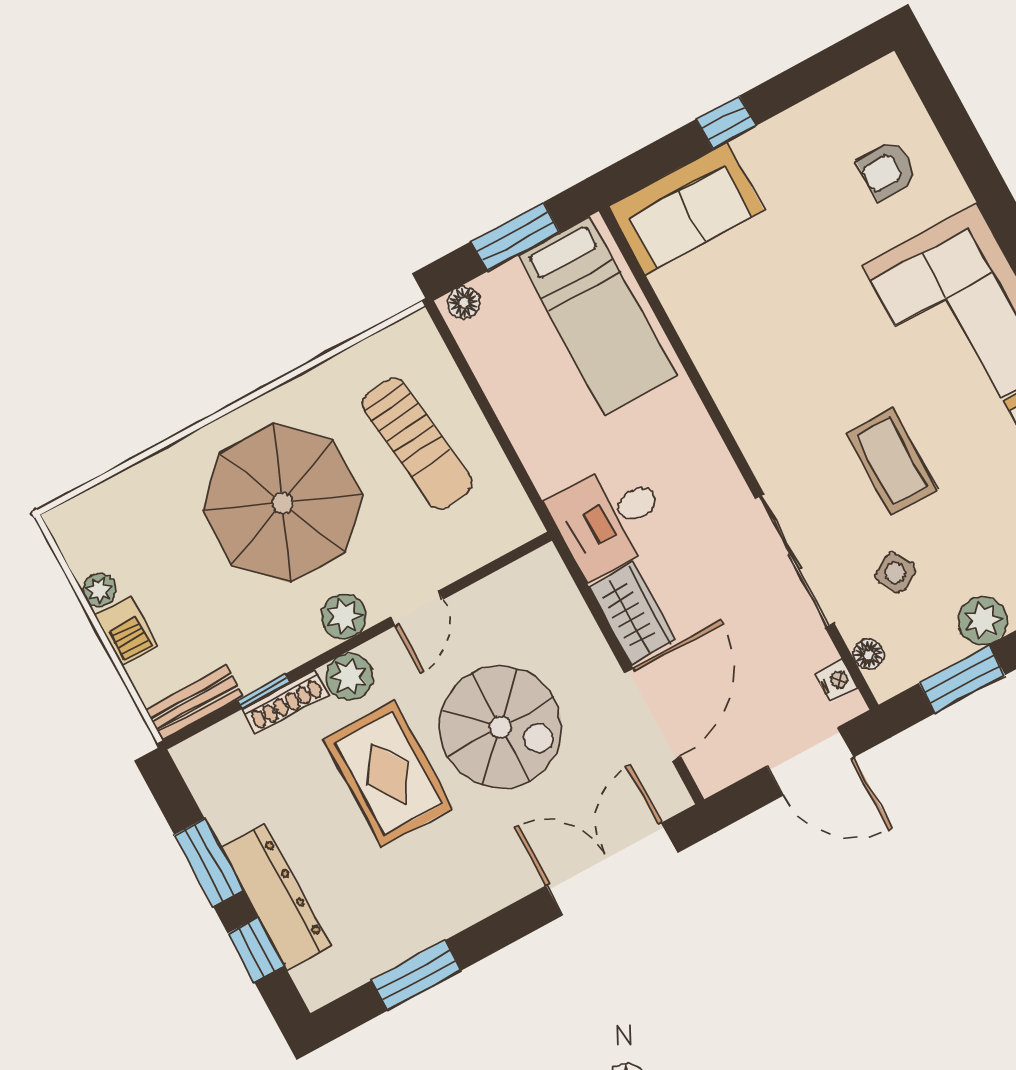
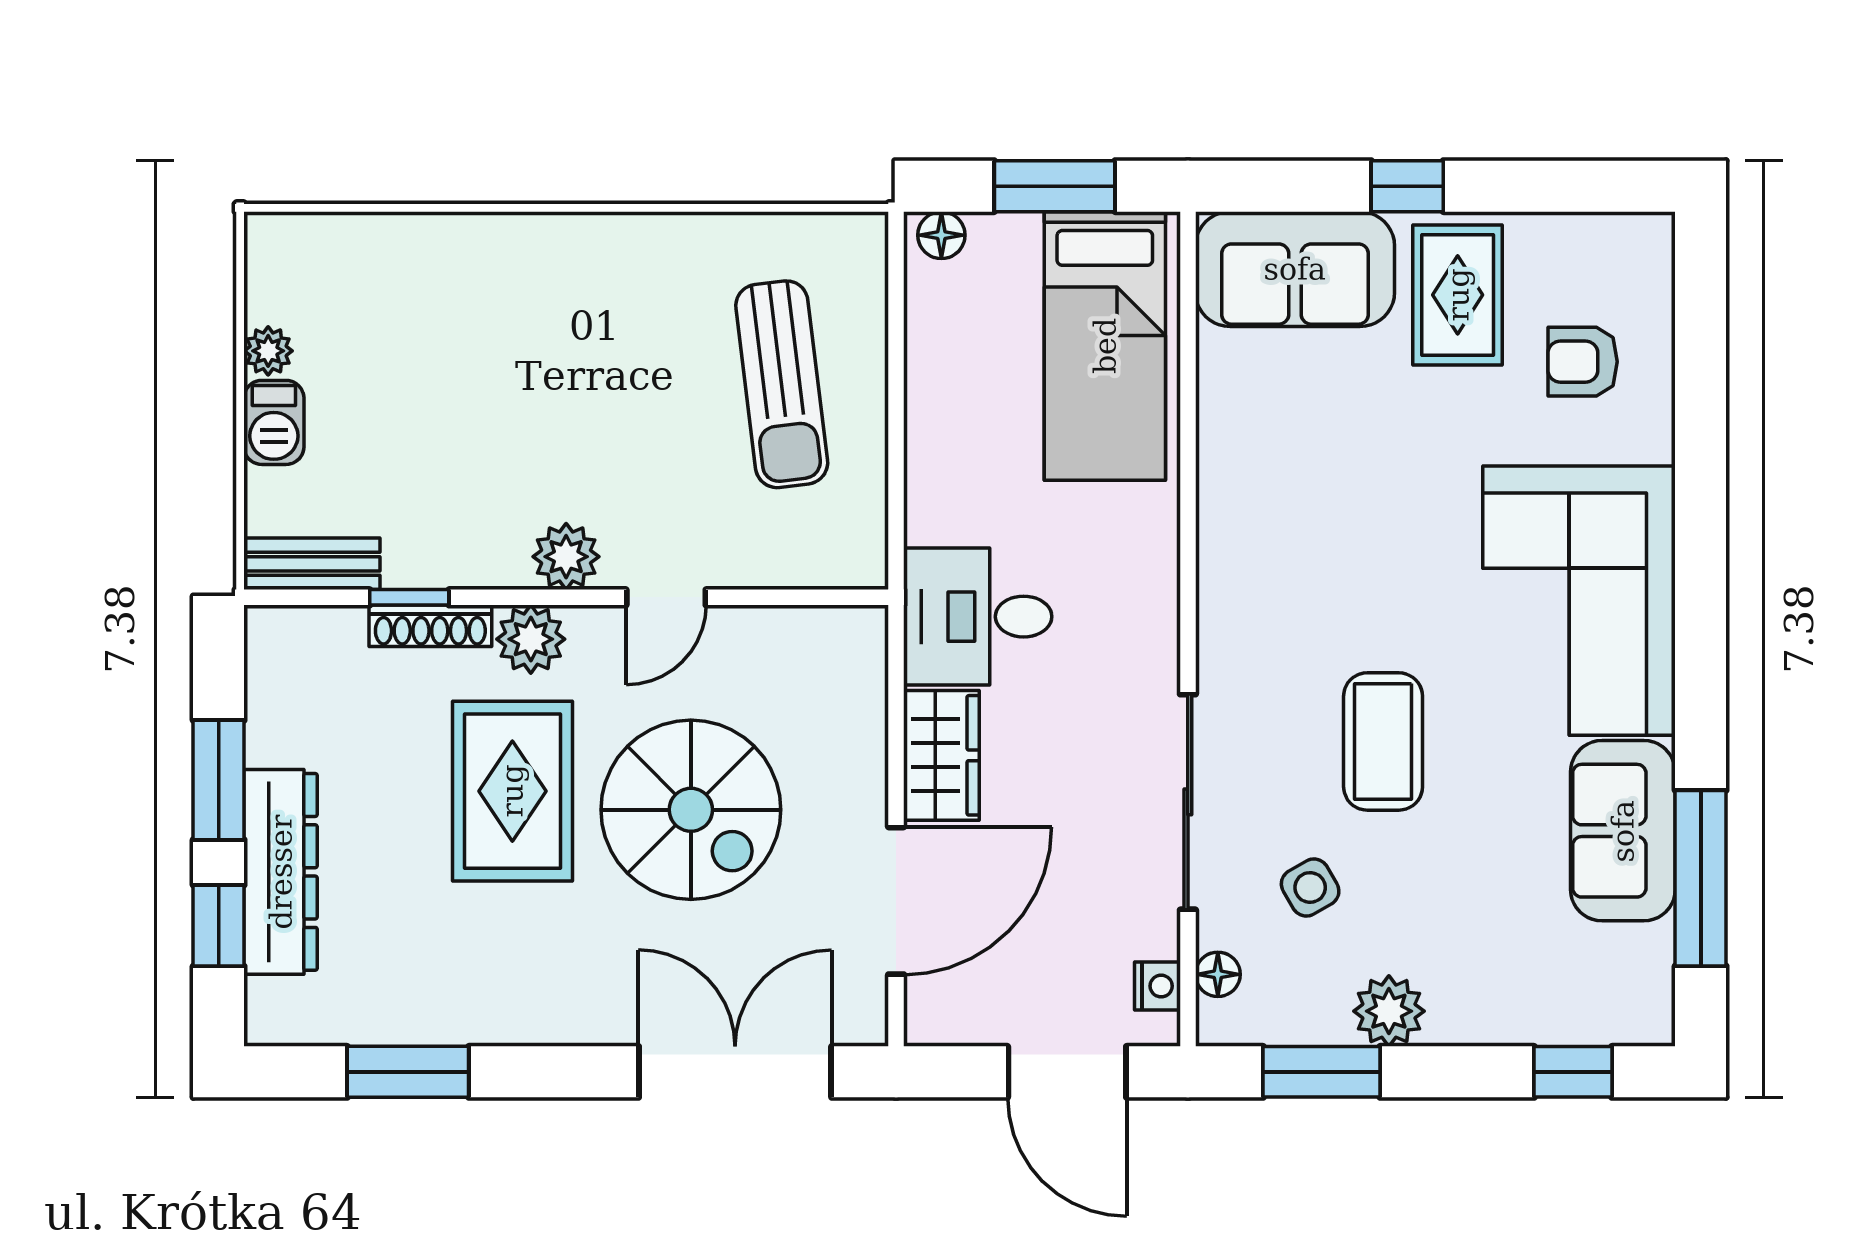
rug: (791, 171) -> (1458, 295), added
parasol: (282, 503) -> (566, 367), removed

